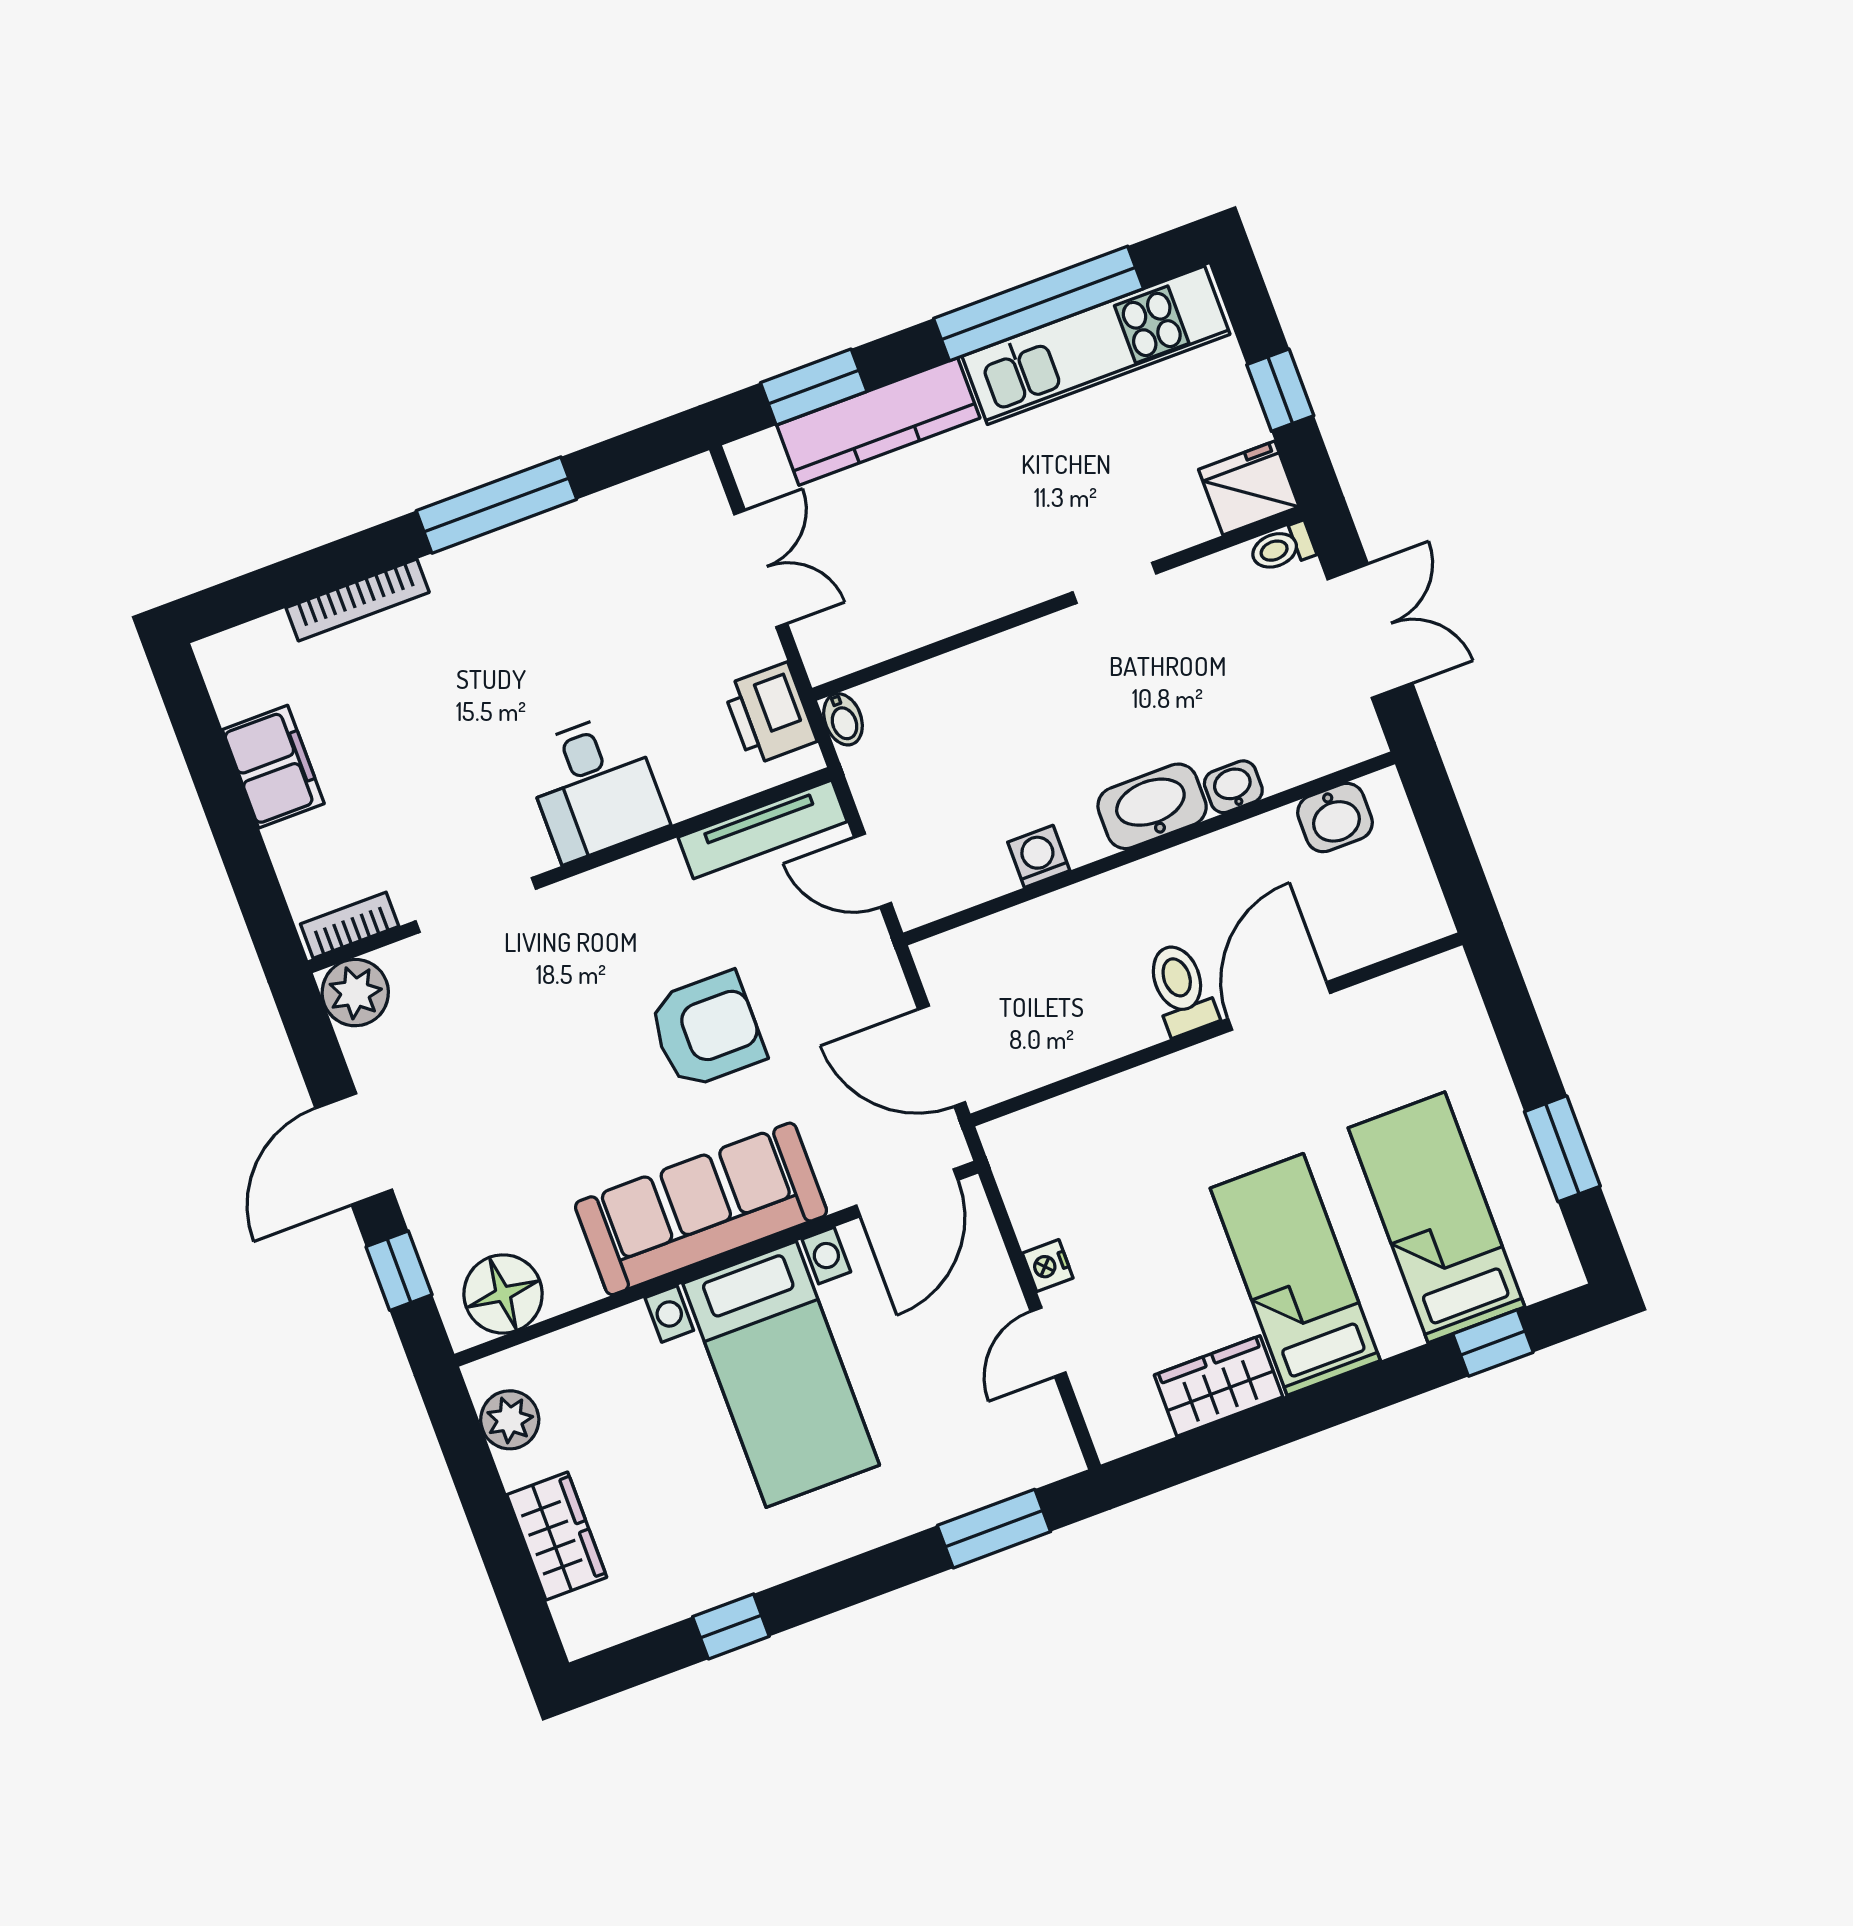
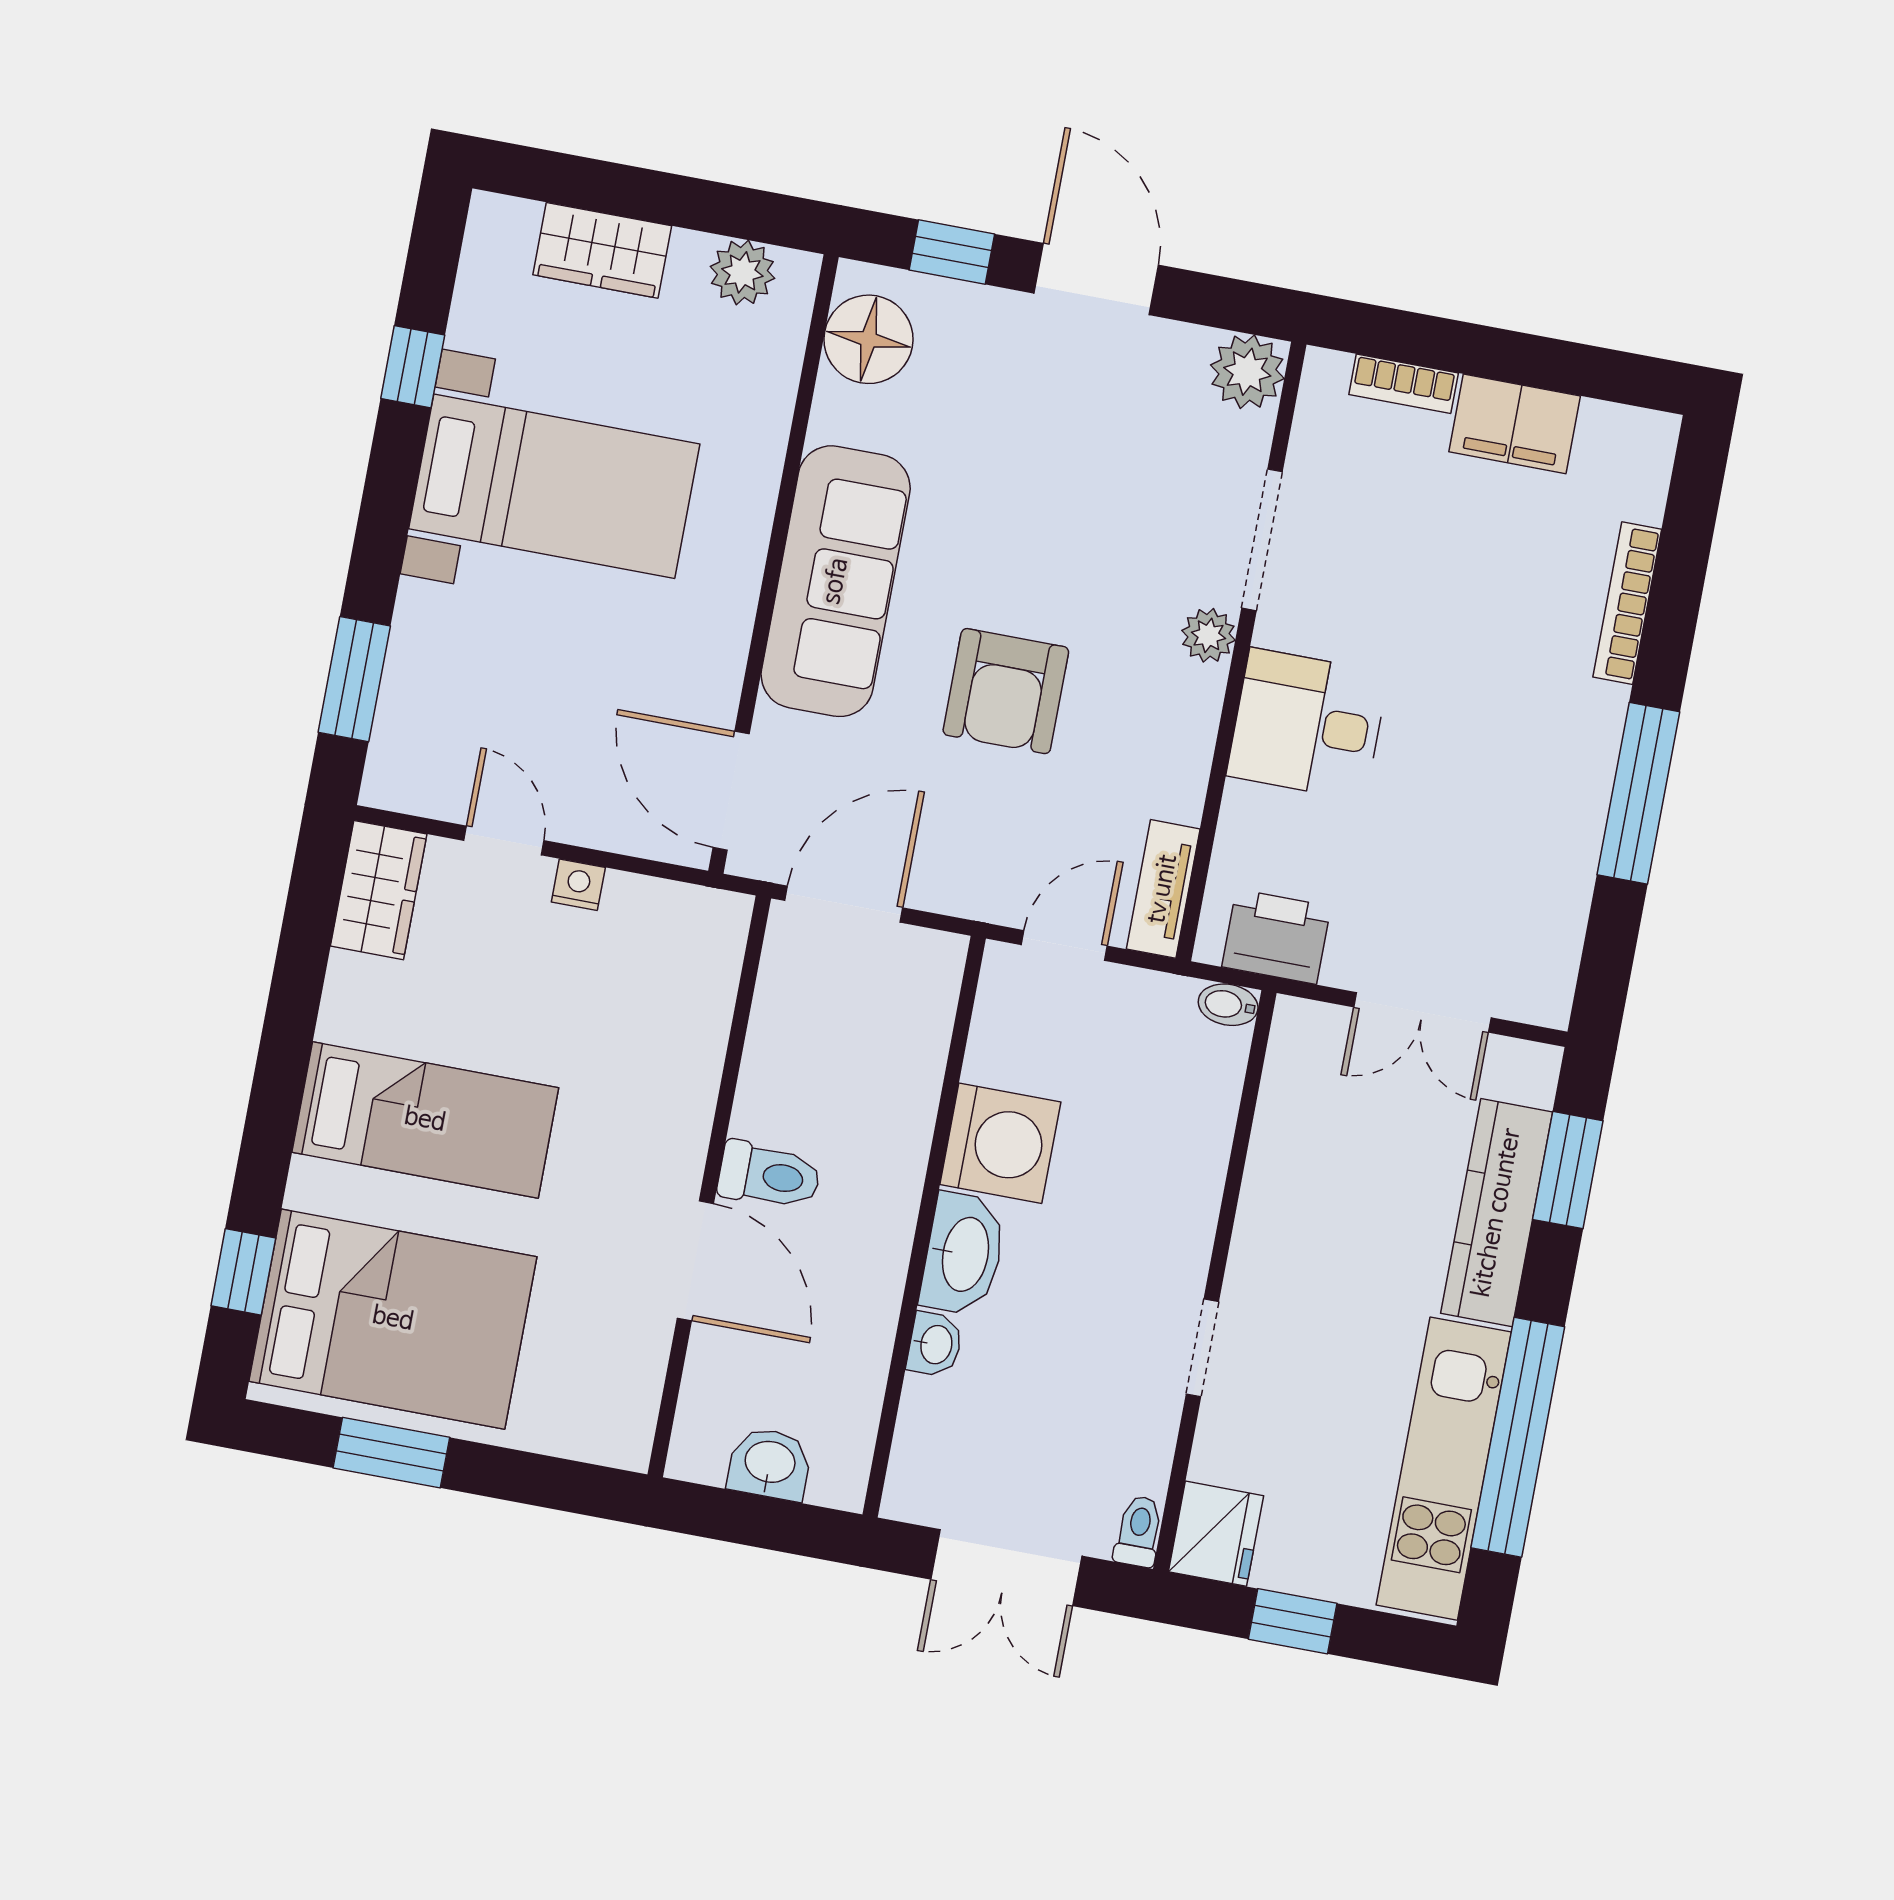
washbasin: (1335, 818) -> (770, 1464), moved, turned 90
tv unit: (763, 829) -> (1163, 889), width x0.71
washing machine: (1039, 856) -> (1000, 1143), width x1.89, depth x1.89
plant: (572, 902) -> (1208, 635), added
bookcase: (350, 925) -> (1404, 384), moved, turned 90
bed: (1436, 1217) -> (393, 1319), width x1.50
bed with nightstands: (781, 1374) -> (554, 486), moved, turned 180
wardrobe: (1219, 1386) -> (379, 890), moved

